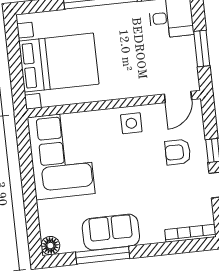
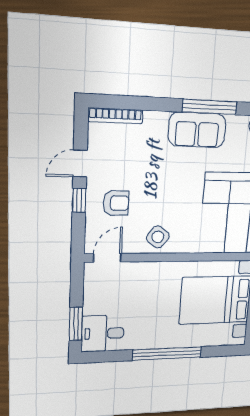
window: (202, 49) -> (76, 324), moved
side table: (131, 123) -> (158, 237), turned 38

